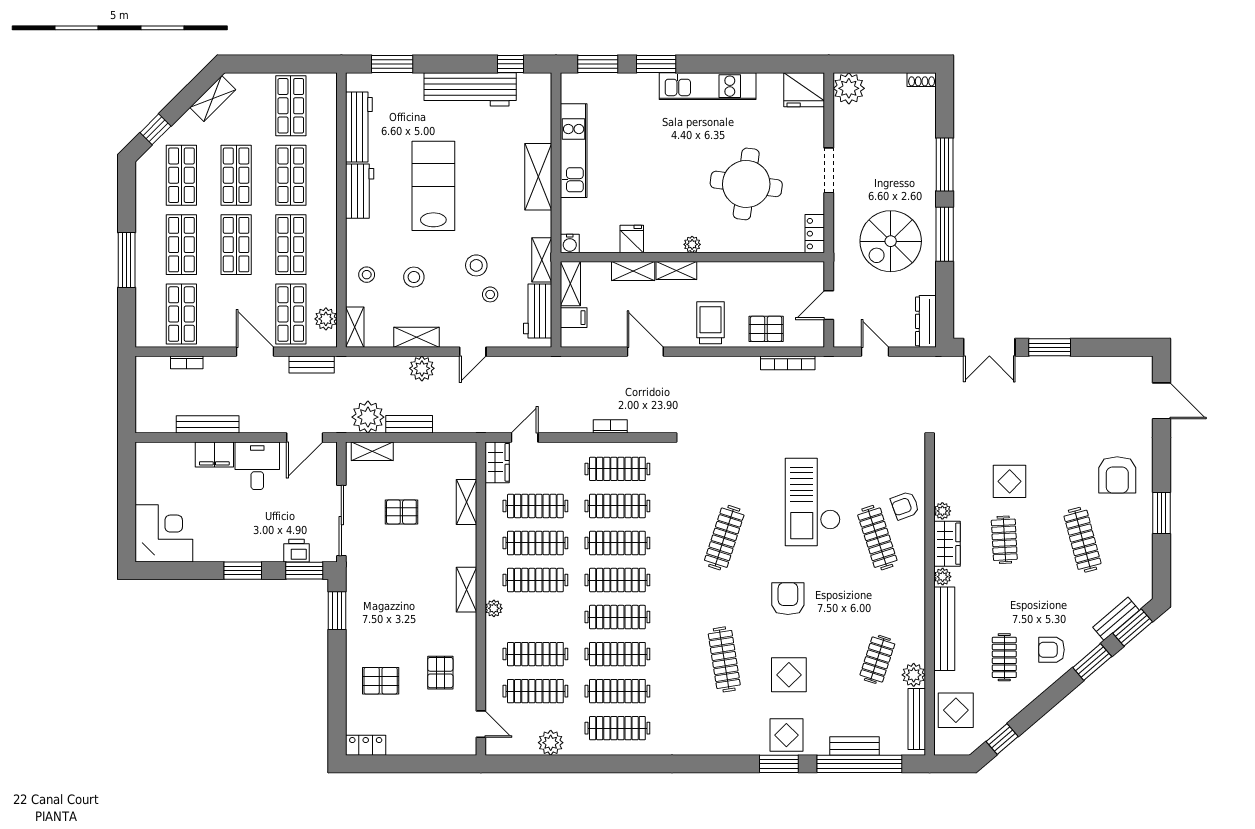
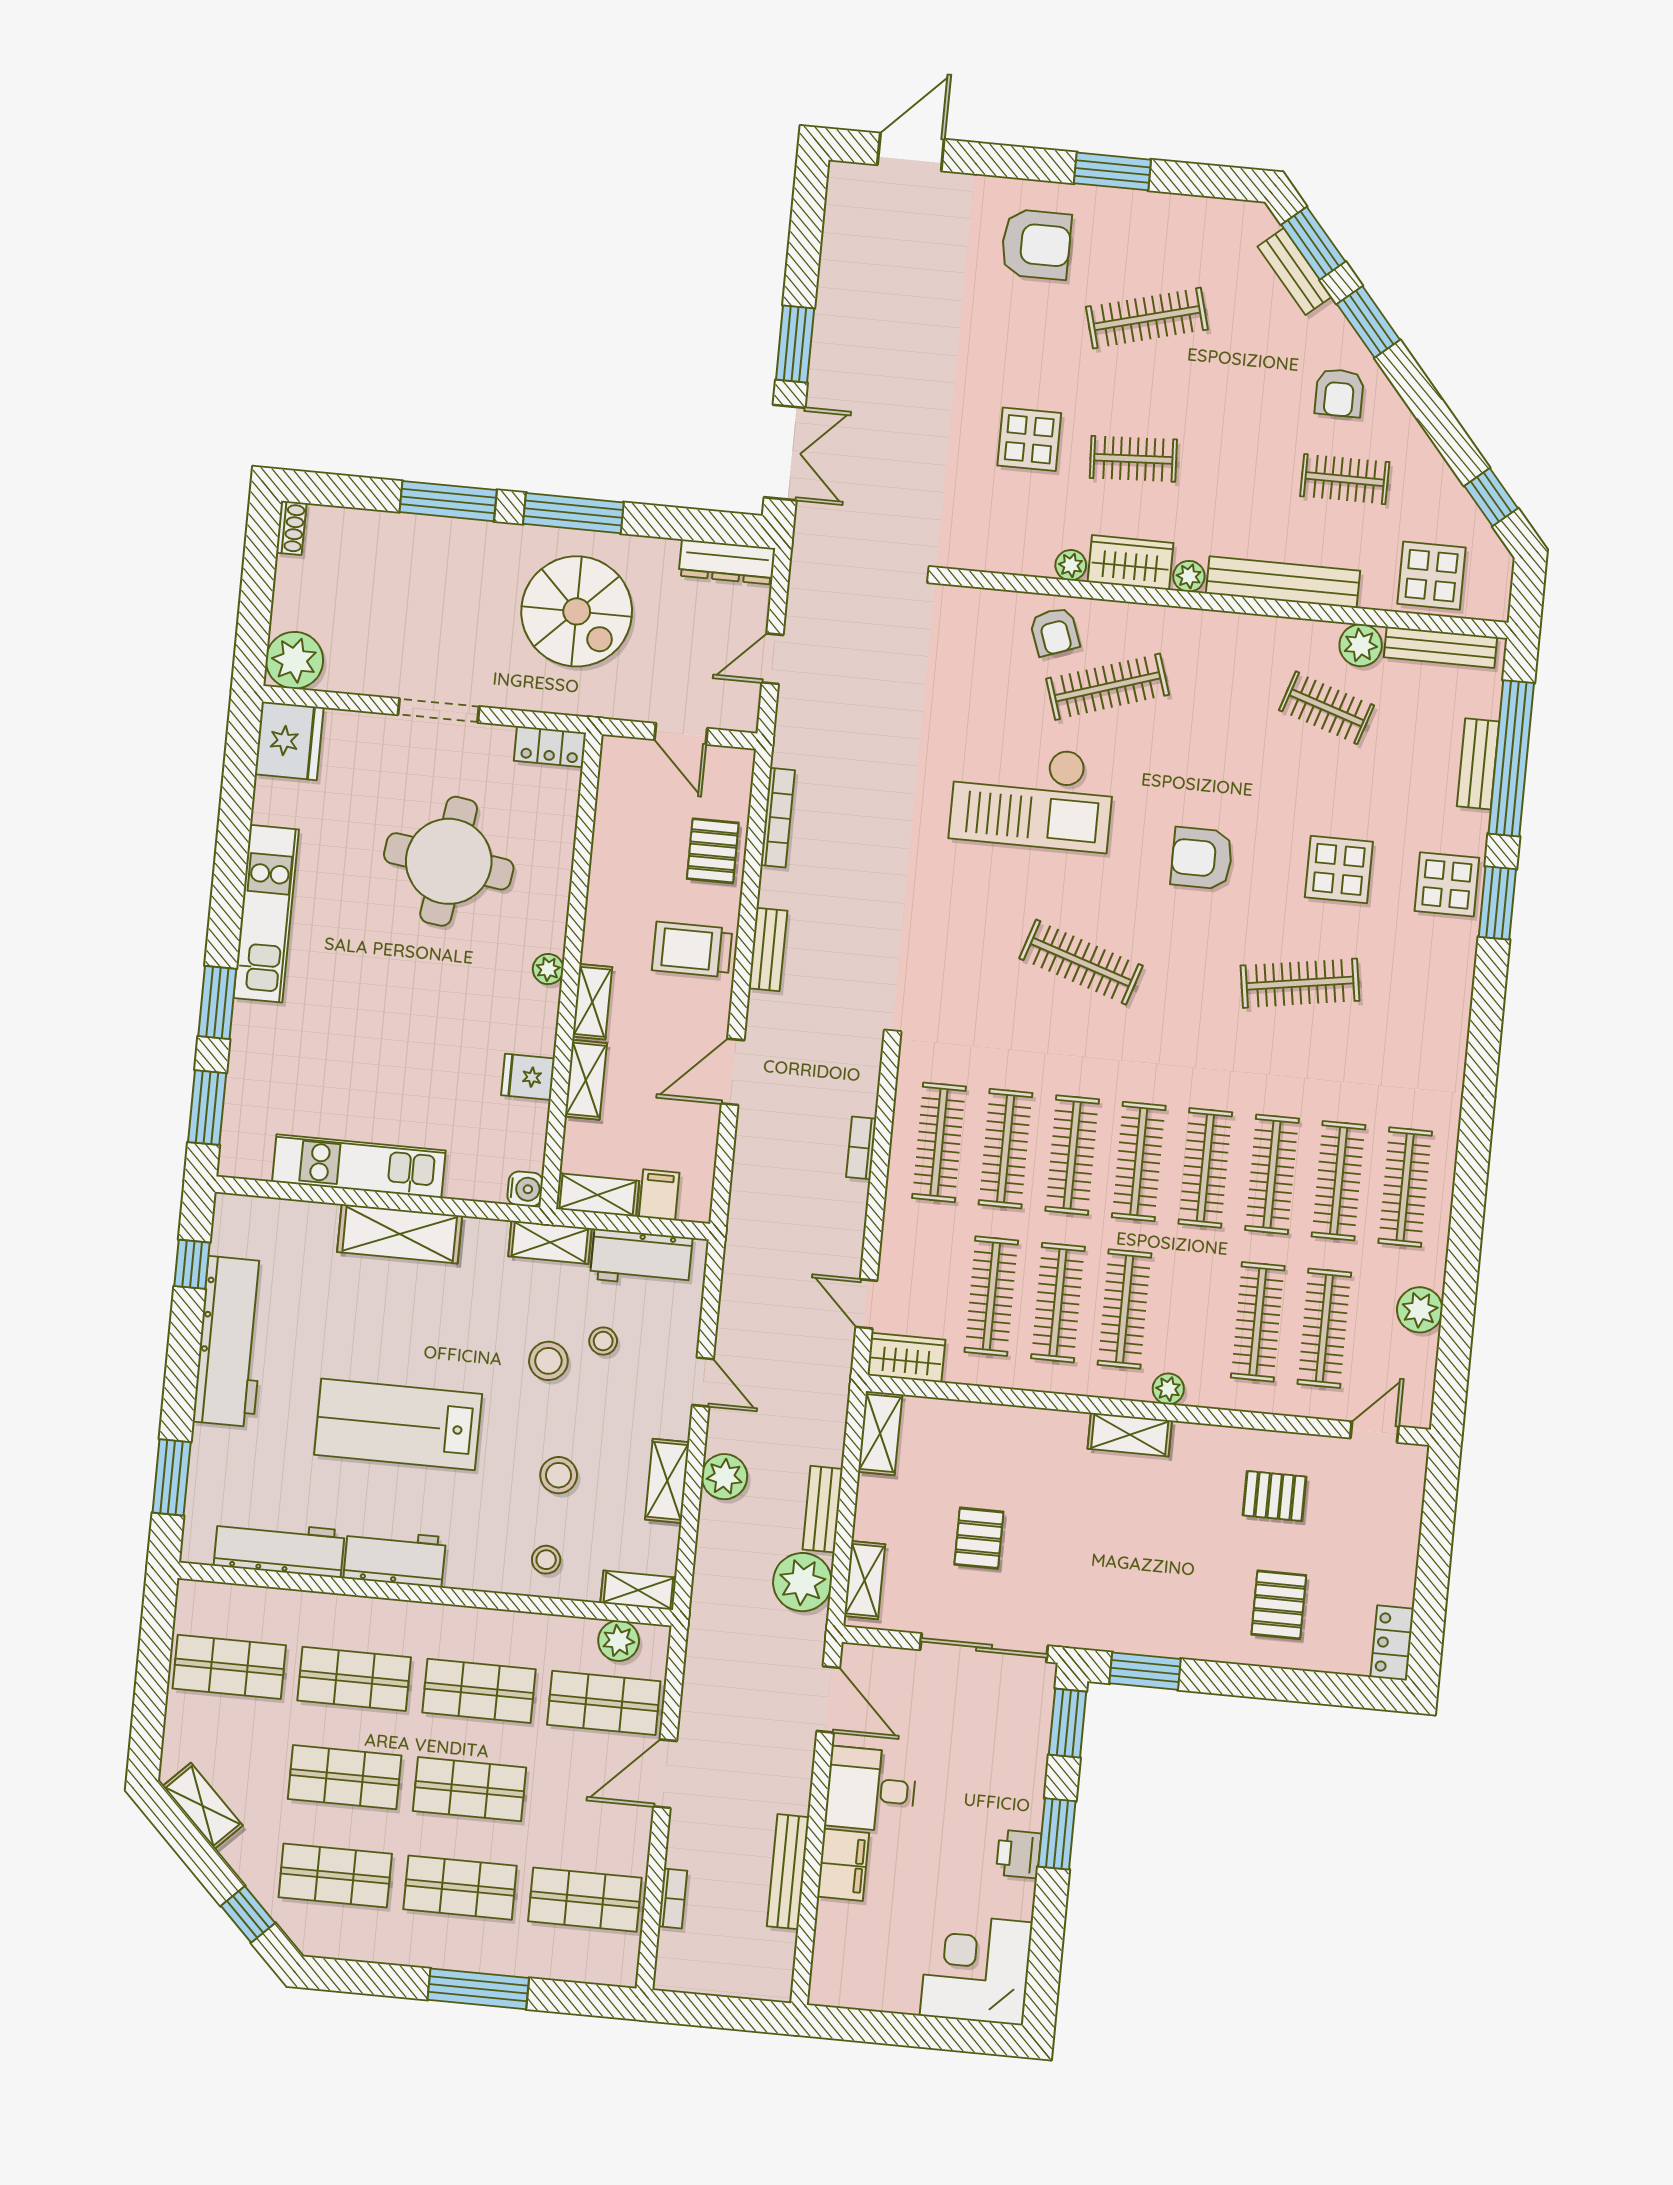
bench: (312, 364) -> (768, 949), moved
shelving: (466, 502) -> (880, 1433), moved, turned 90
printer: (296, 551) -> (1019, 1854), moved

